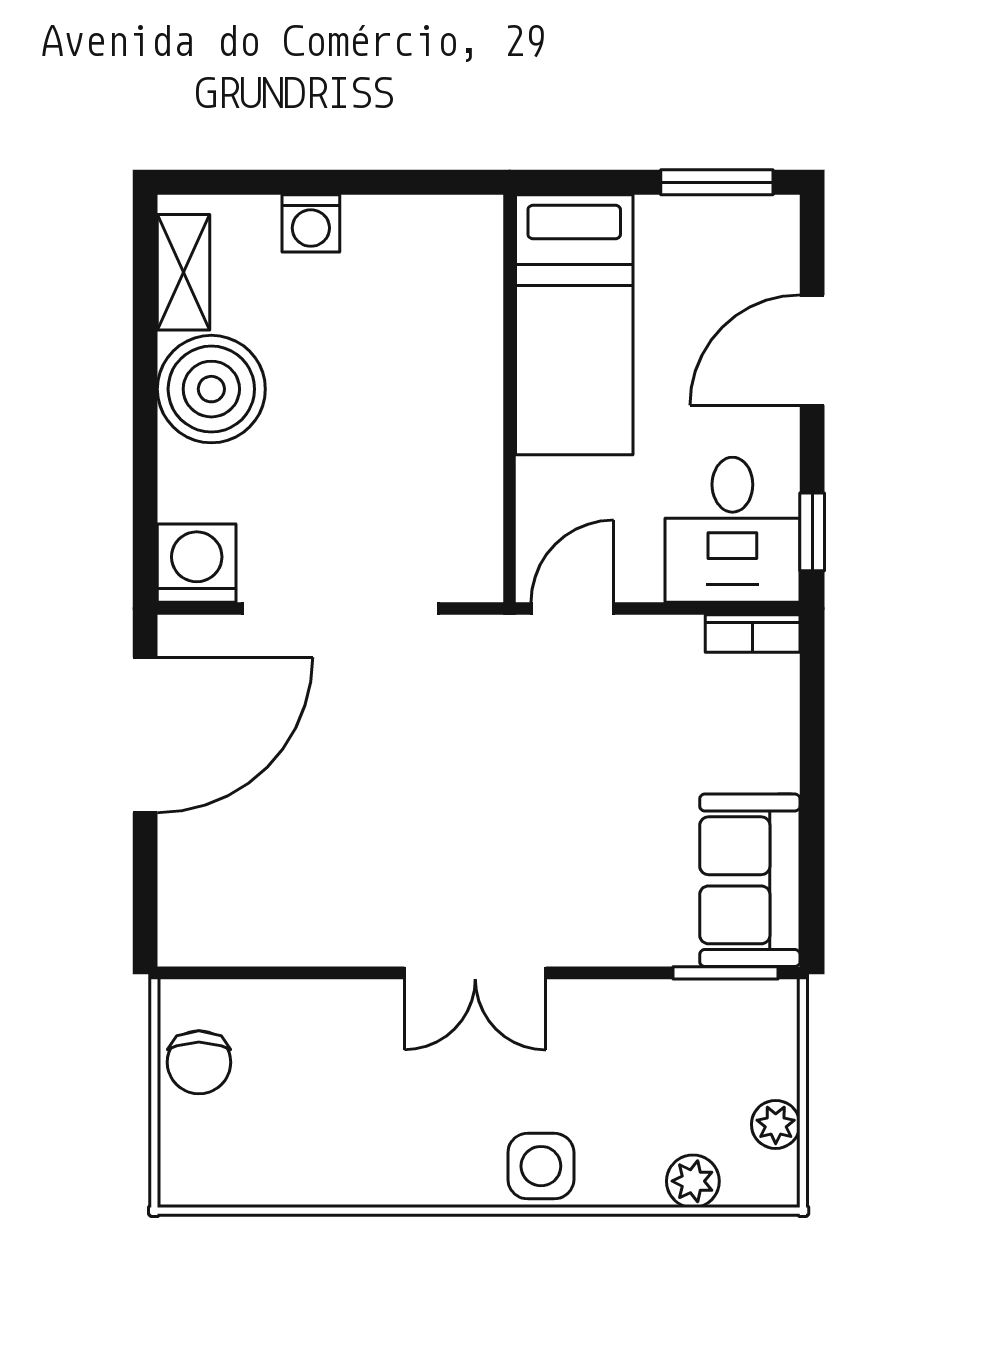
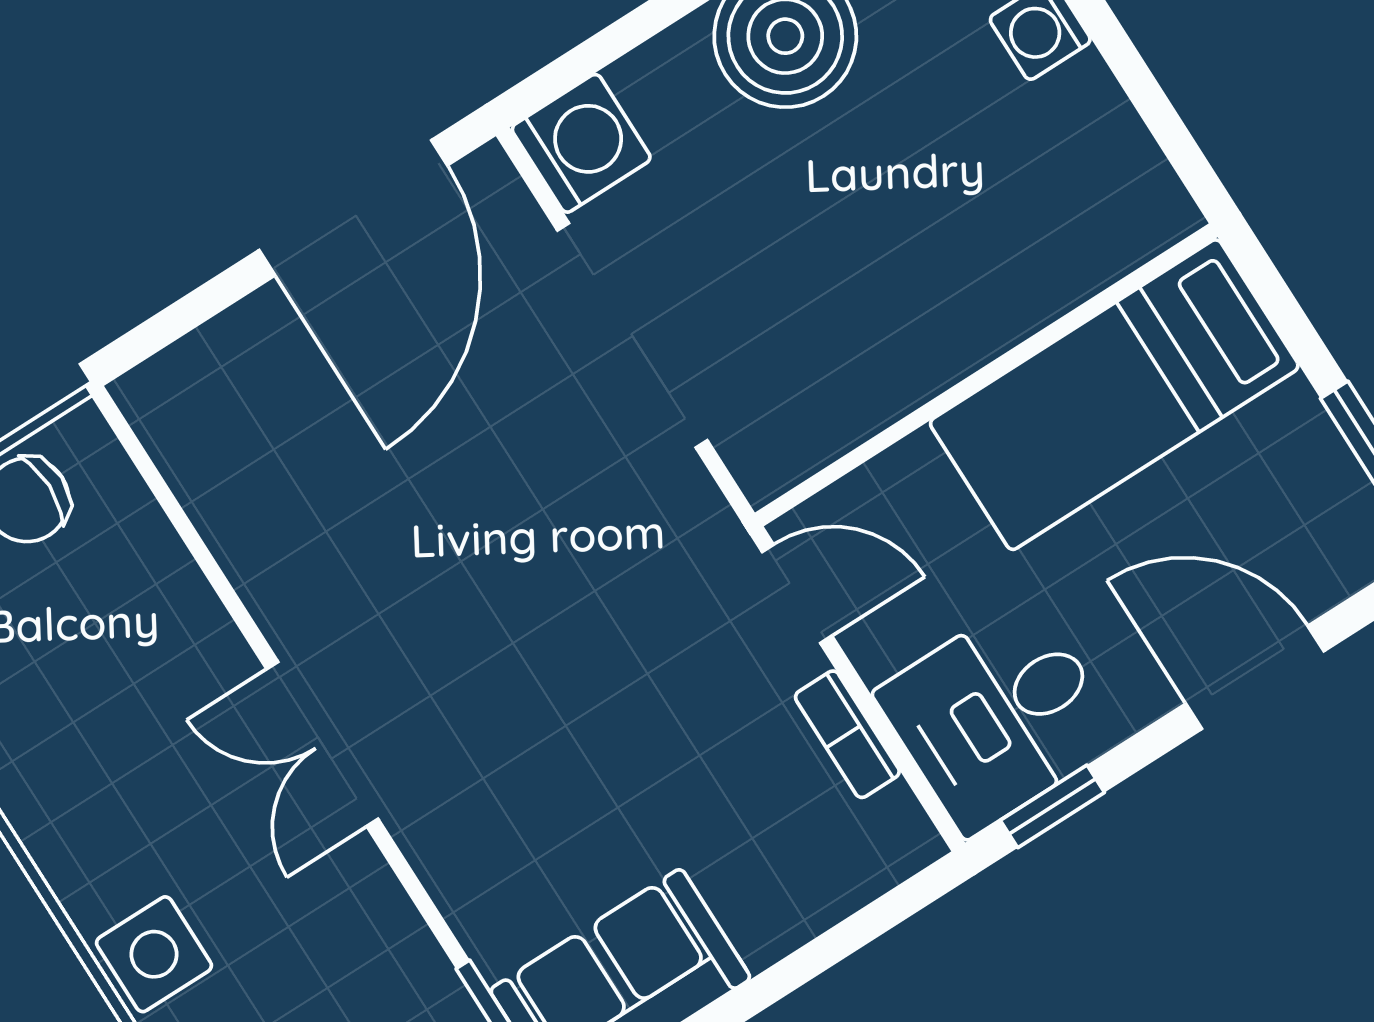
bookcase: (753, 634) -> (847, 734), moved
door: (145, 735) -> (353, 208), hinge flipped

